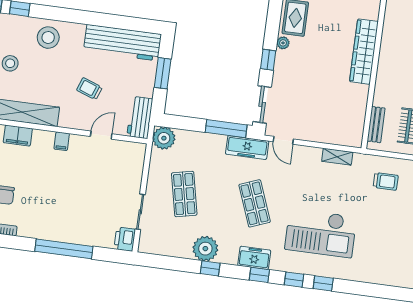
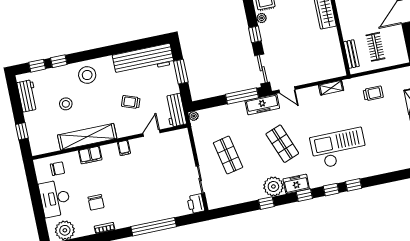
plant: (164, 138) -> (194, 116), width x0.53, depth x0.53
checkout: (321, 233) -> (339, 148), turned 180
plant: (205, 249) -> (273, 186), moved

